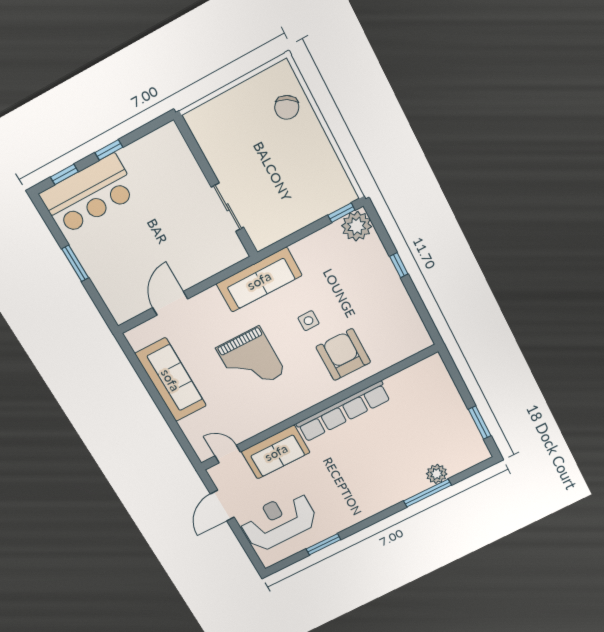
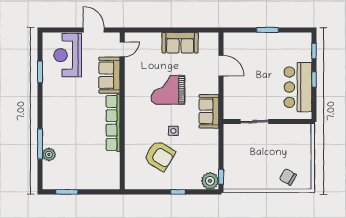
bar counter: (89, 194) -> (298, 87), moved
sofa: (259, 280) -> (209, 111), width x0.73
armchair: (343, 355) -> (160, 156), moved, turned 31
sofa: (171, 380) -> (180, 43), width x0.73
reception desk: (279, 521) -> (68, 55), turned 180

